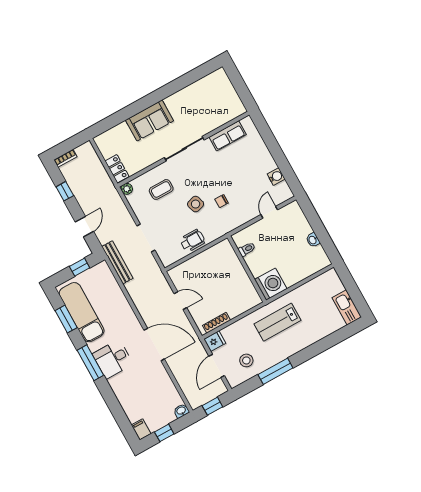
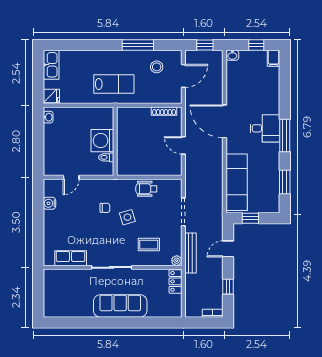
sofa: (149, 121) -> (120, 306), width x1.36
washbasin: (313, 240) -> (48, 117), moved
bench: (117, 262) -> (190, 253), moved
washing machine: (271, 284) -> (102, 141), moved
exam couch: (82, 312) -> (237, 182), moved, turned 180
fridge: (215, 341) -> (51, 96), moved, turned 180

